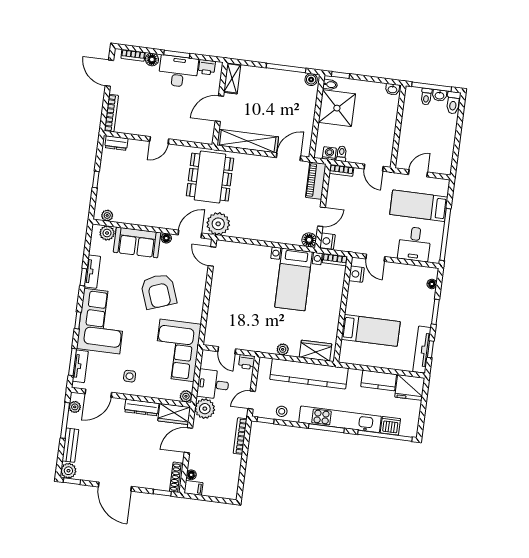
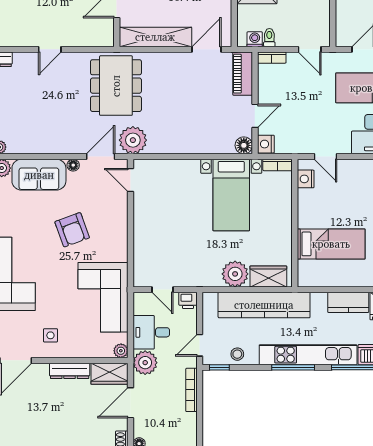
armchair: (159, 291) -> (72, 230), width x0.73, depth x0.73
plant: (283, 349) -> (235, 274), width x1.88, depth x1.88

